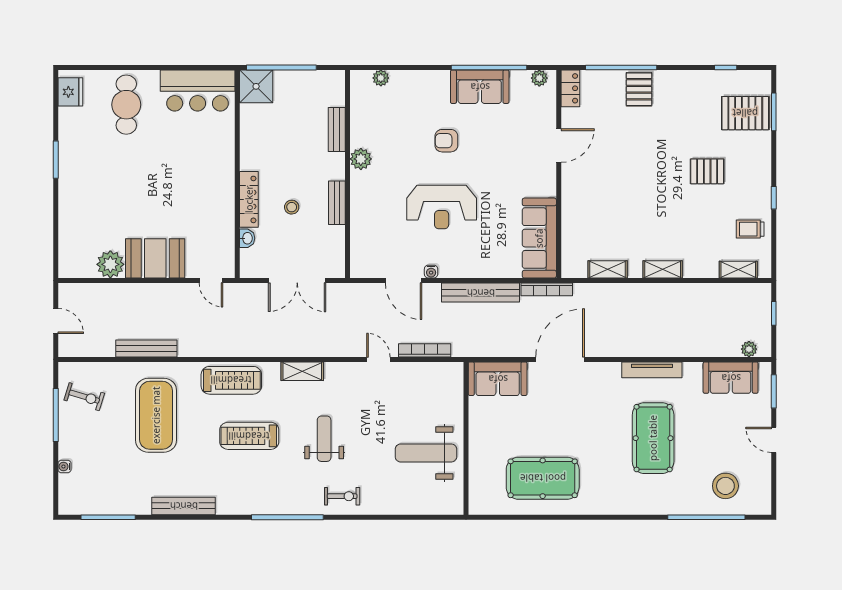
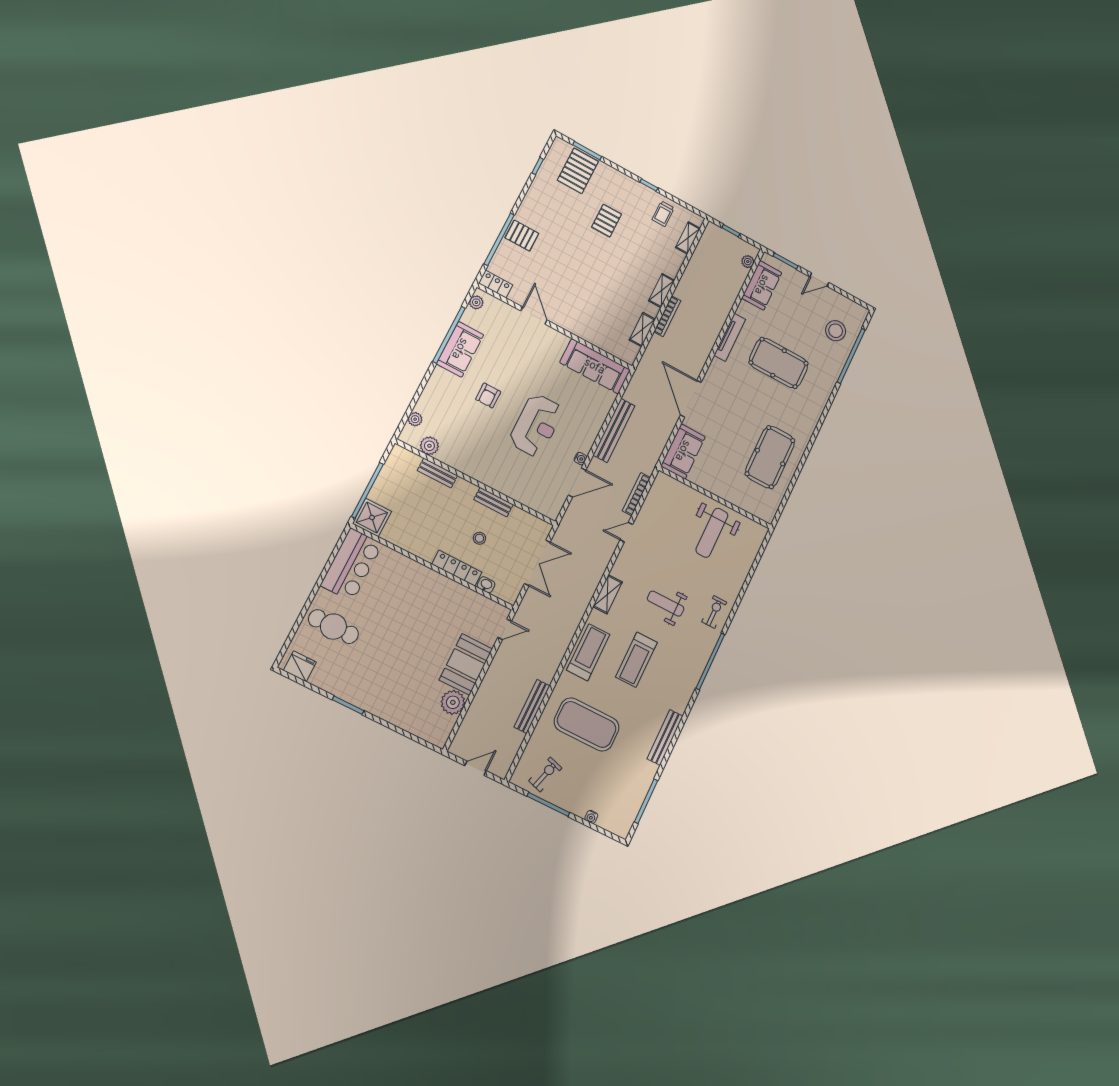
plant: (361, 159) -> (429, 446), moved
bookcase: (547, 289) -> (667, 316), moved

